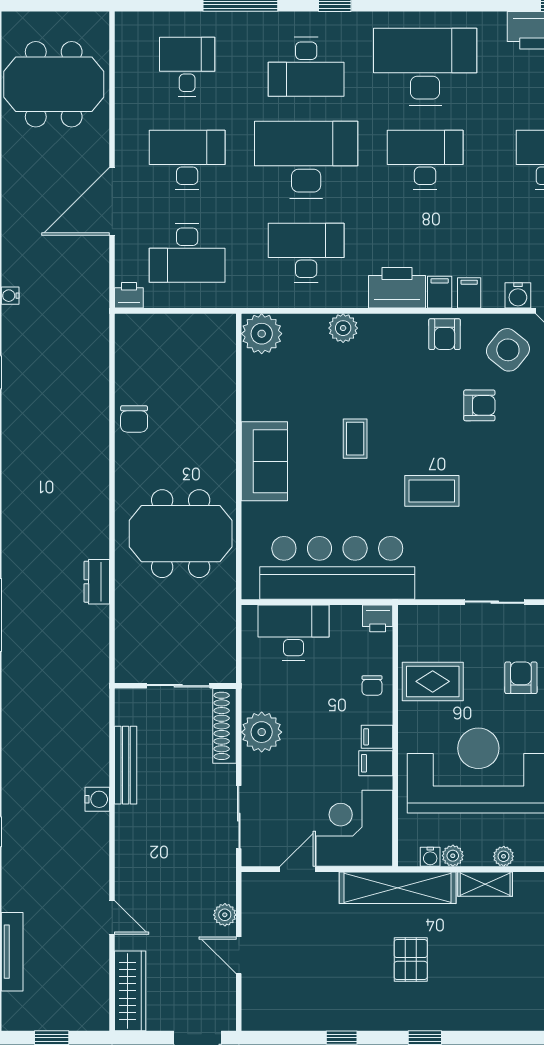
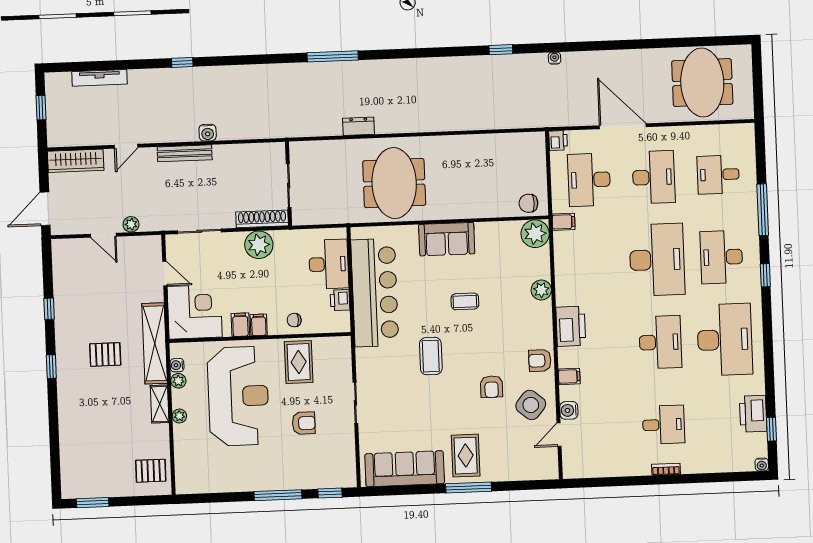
desk: (187, 67) -> (718, 175), turned 180
desk: (306, 253) -> (592, 262), removed
filing cabinet: (440, 292) -> (564, 222), moved
chair: (134, 419) -> (528, 203), moved
printer: (378, 618) -> (340, 300), moved
bench: (126, 765) -> (185, 153), moved
door: (239, 955) -> (103, 235), swing flipped

